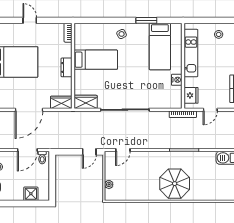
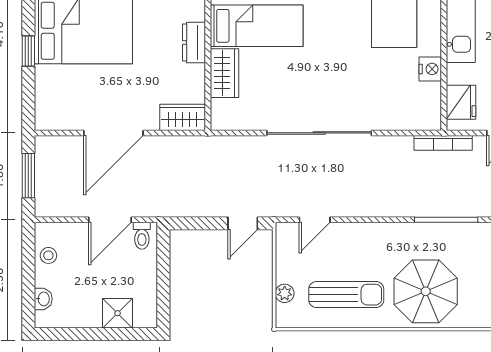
wardrobe: (86, 102) -> (225, 73), moved, turned 90
sun lounger: (138, 185) -> (346, 295), added

